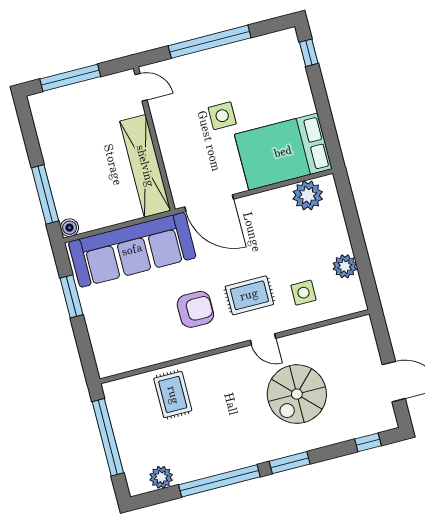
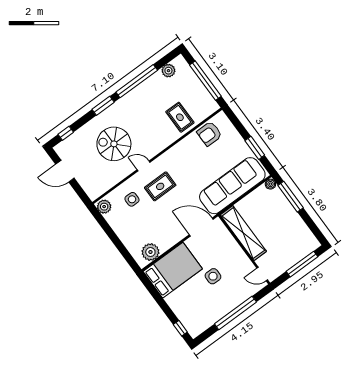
plant: (345, 266) -> (104, 207), moved
armchair: (195, 309) -> (209, 134), moved
spiral stairs: (297, 394) -> (114, 144), turned -90

